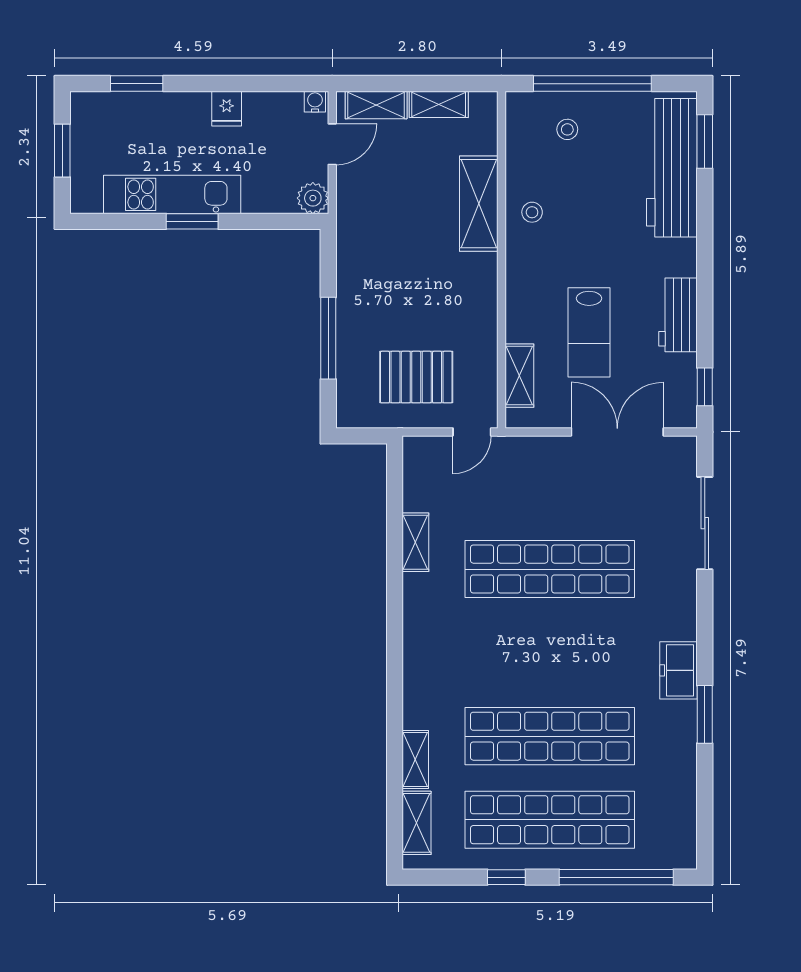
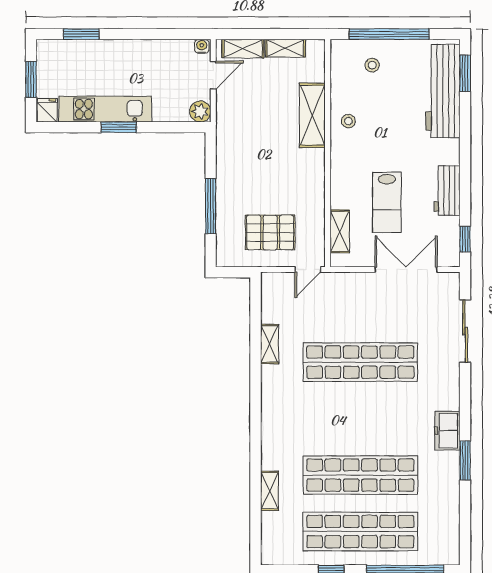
fridge: (227, 109) -> (47, 110), moved, turned 180
shelving: (417, 823) -> (270, 534), removed

